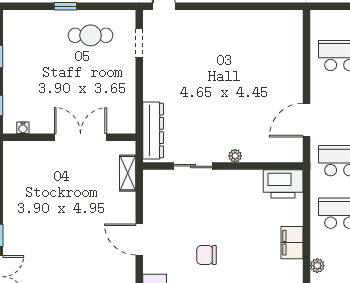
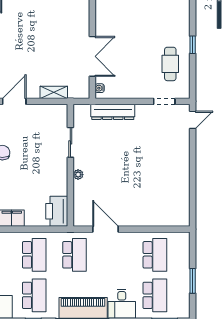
water cooler: (23, 128) -> (100, 88), moved
dresser: (153, 130) -> (113, 112), moved
shelving: (128, 173) -> (54, 92), moved

